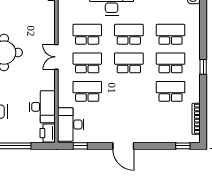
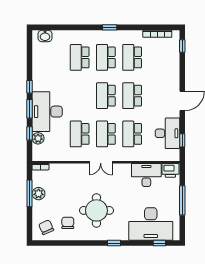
school desk: (129, 34) -> (132, 96), moved
desk: (71, 124) -> (167, 133), moved, turned -90

